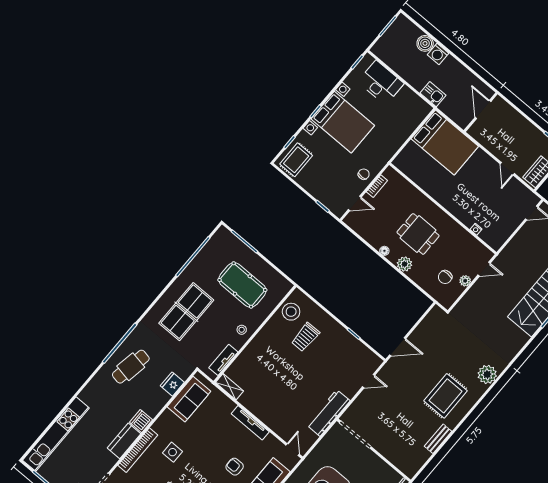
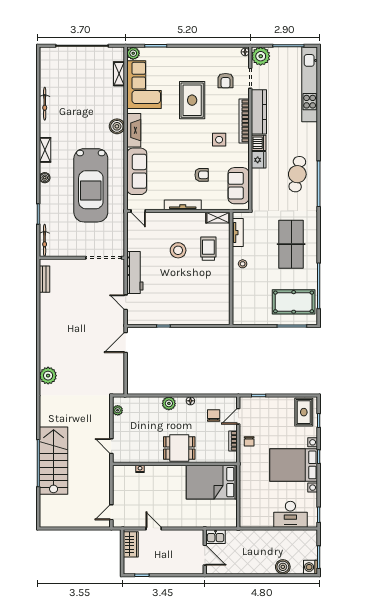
washing machine: (438, 54) -> (310, 567), moved, turned -90
kitchen sink: (433, 94) -> (216, 537), moved
bed: (445, 143) -> (212, 482), moved
dining table: (418, 234) -> (179, 448), moved
door: (484, 269) -> (111, 446), hinge flipped
chair: (445, 277) -> (214, 416), moved
plant: (465, 281) -> (118, 410), moved
pool table: (242, 285) -> (294, 302), moved
stool: (291, 312) -> (178, 250), moved
trolley: (305, 337) -> (208, 249), moved
door: (369, 381) -> (126, 302), hinge flipped
fridge: (172, 384) -> (259, 160), moved
rug: (446, 396) -> (64, 337), removed
workbench: (328, 413) -> (135, 273), moved
bench: (438, 439) -> (44, 279), moved
kitchen counter: (124, 441) -> (259, 112), width x1.50
armchair: (235, 467) -> (202, 175), moved

